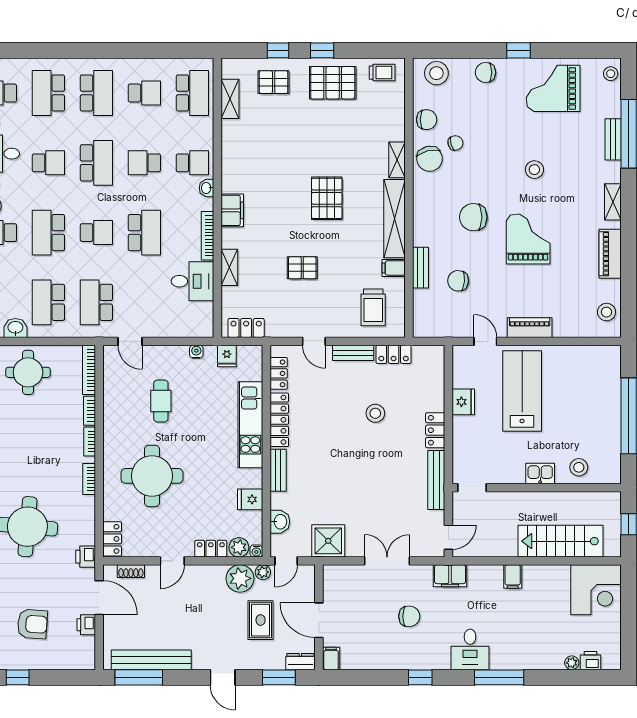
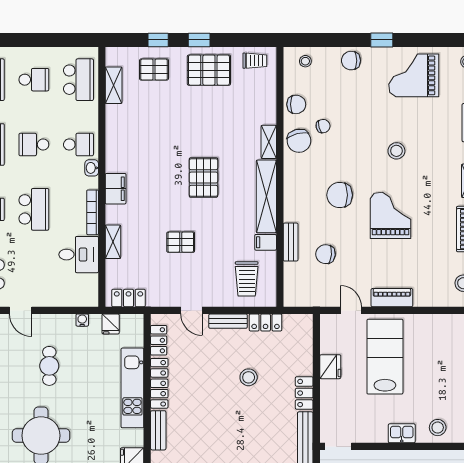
stool: (436, 73) -> (305, 61), width x0.53, depth x0.53

